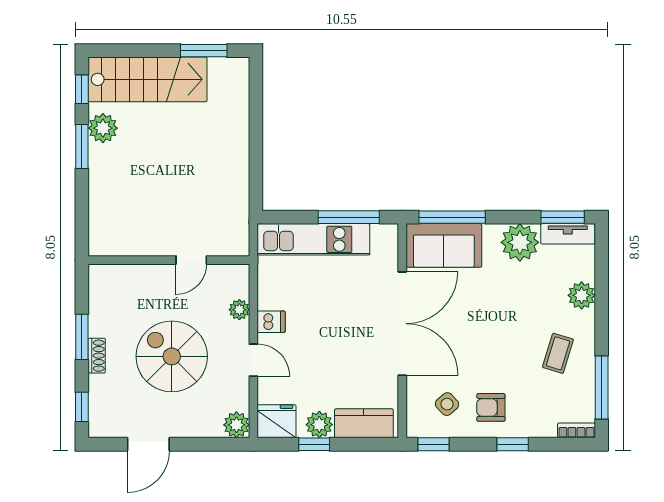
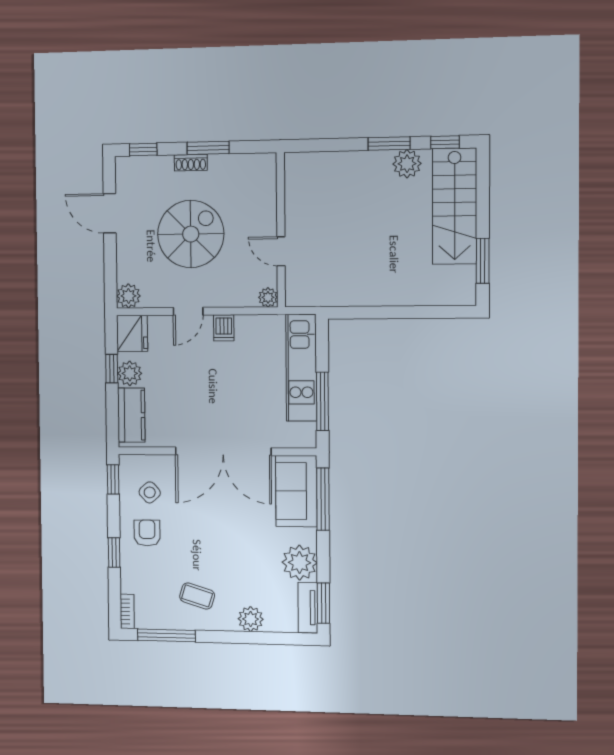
plant: (239, 310) -> (268, 297), moved

